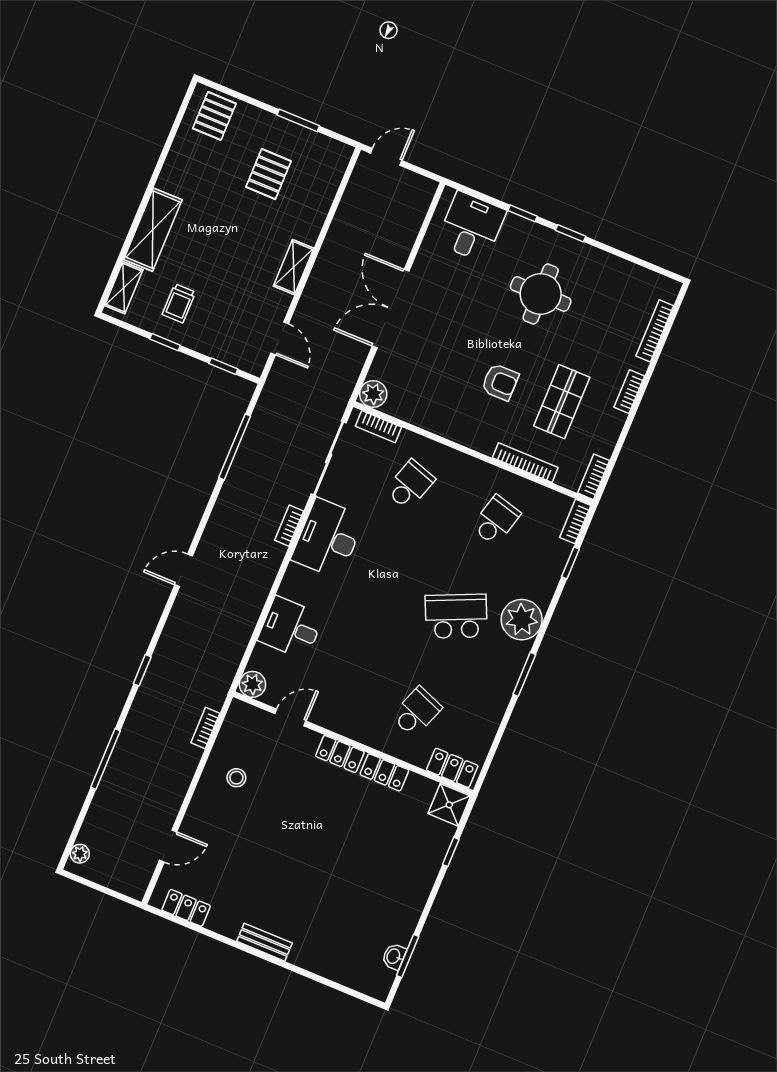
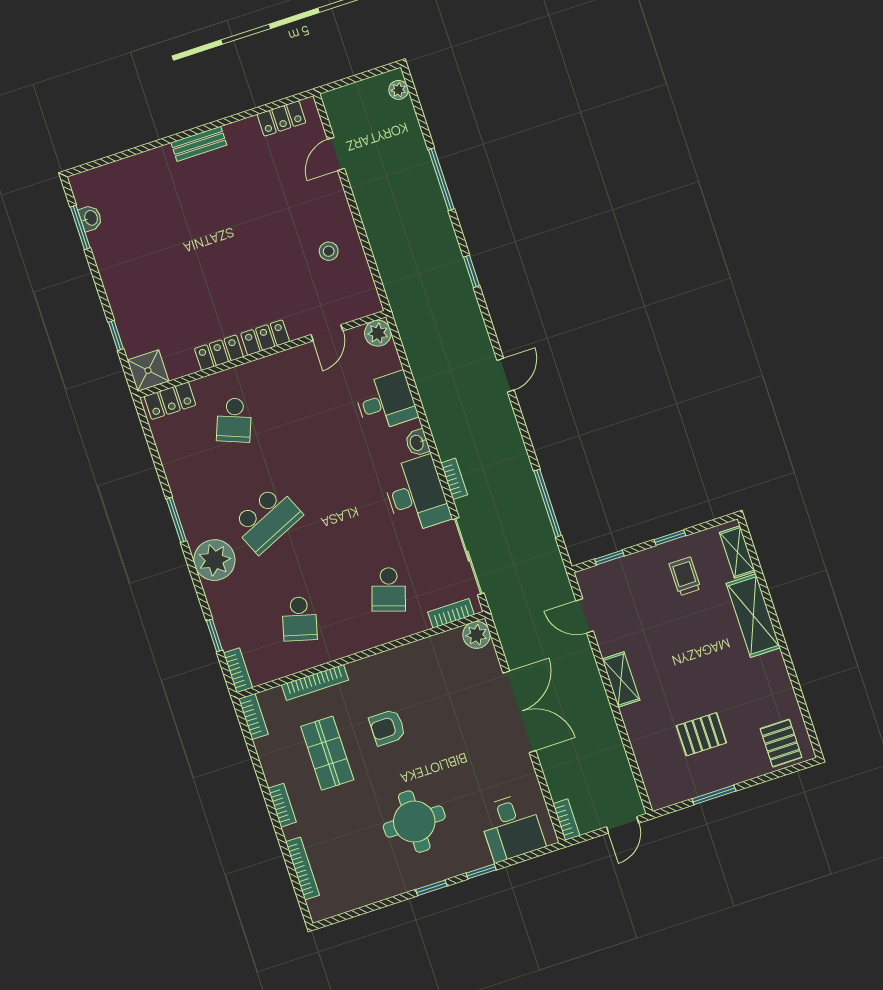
pallet: (268, 174) -> (701, 734), turned 90
washbasin: (294, 577) -> (417, 443), added
bookcase: (205, 728) -> (566, 820), moved

